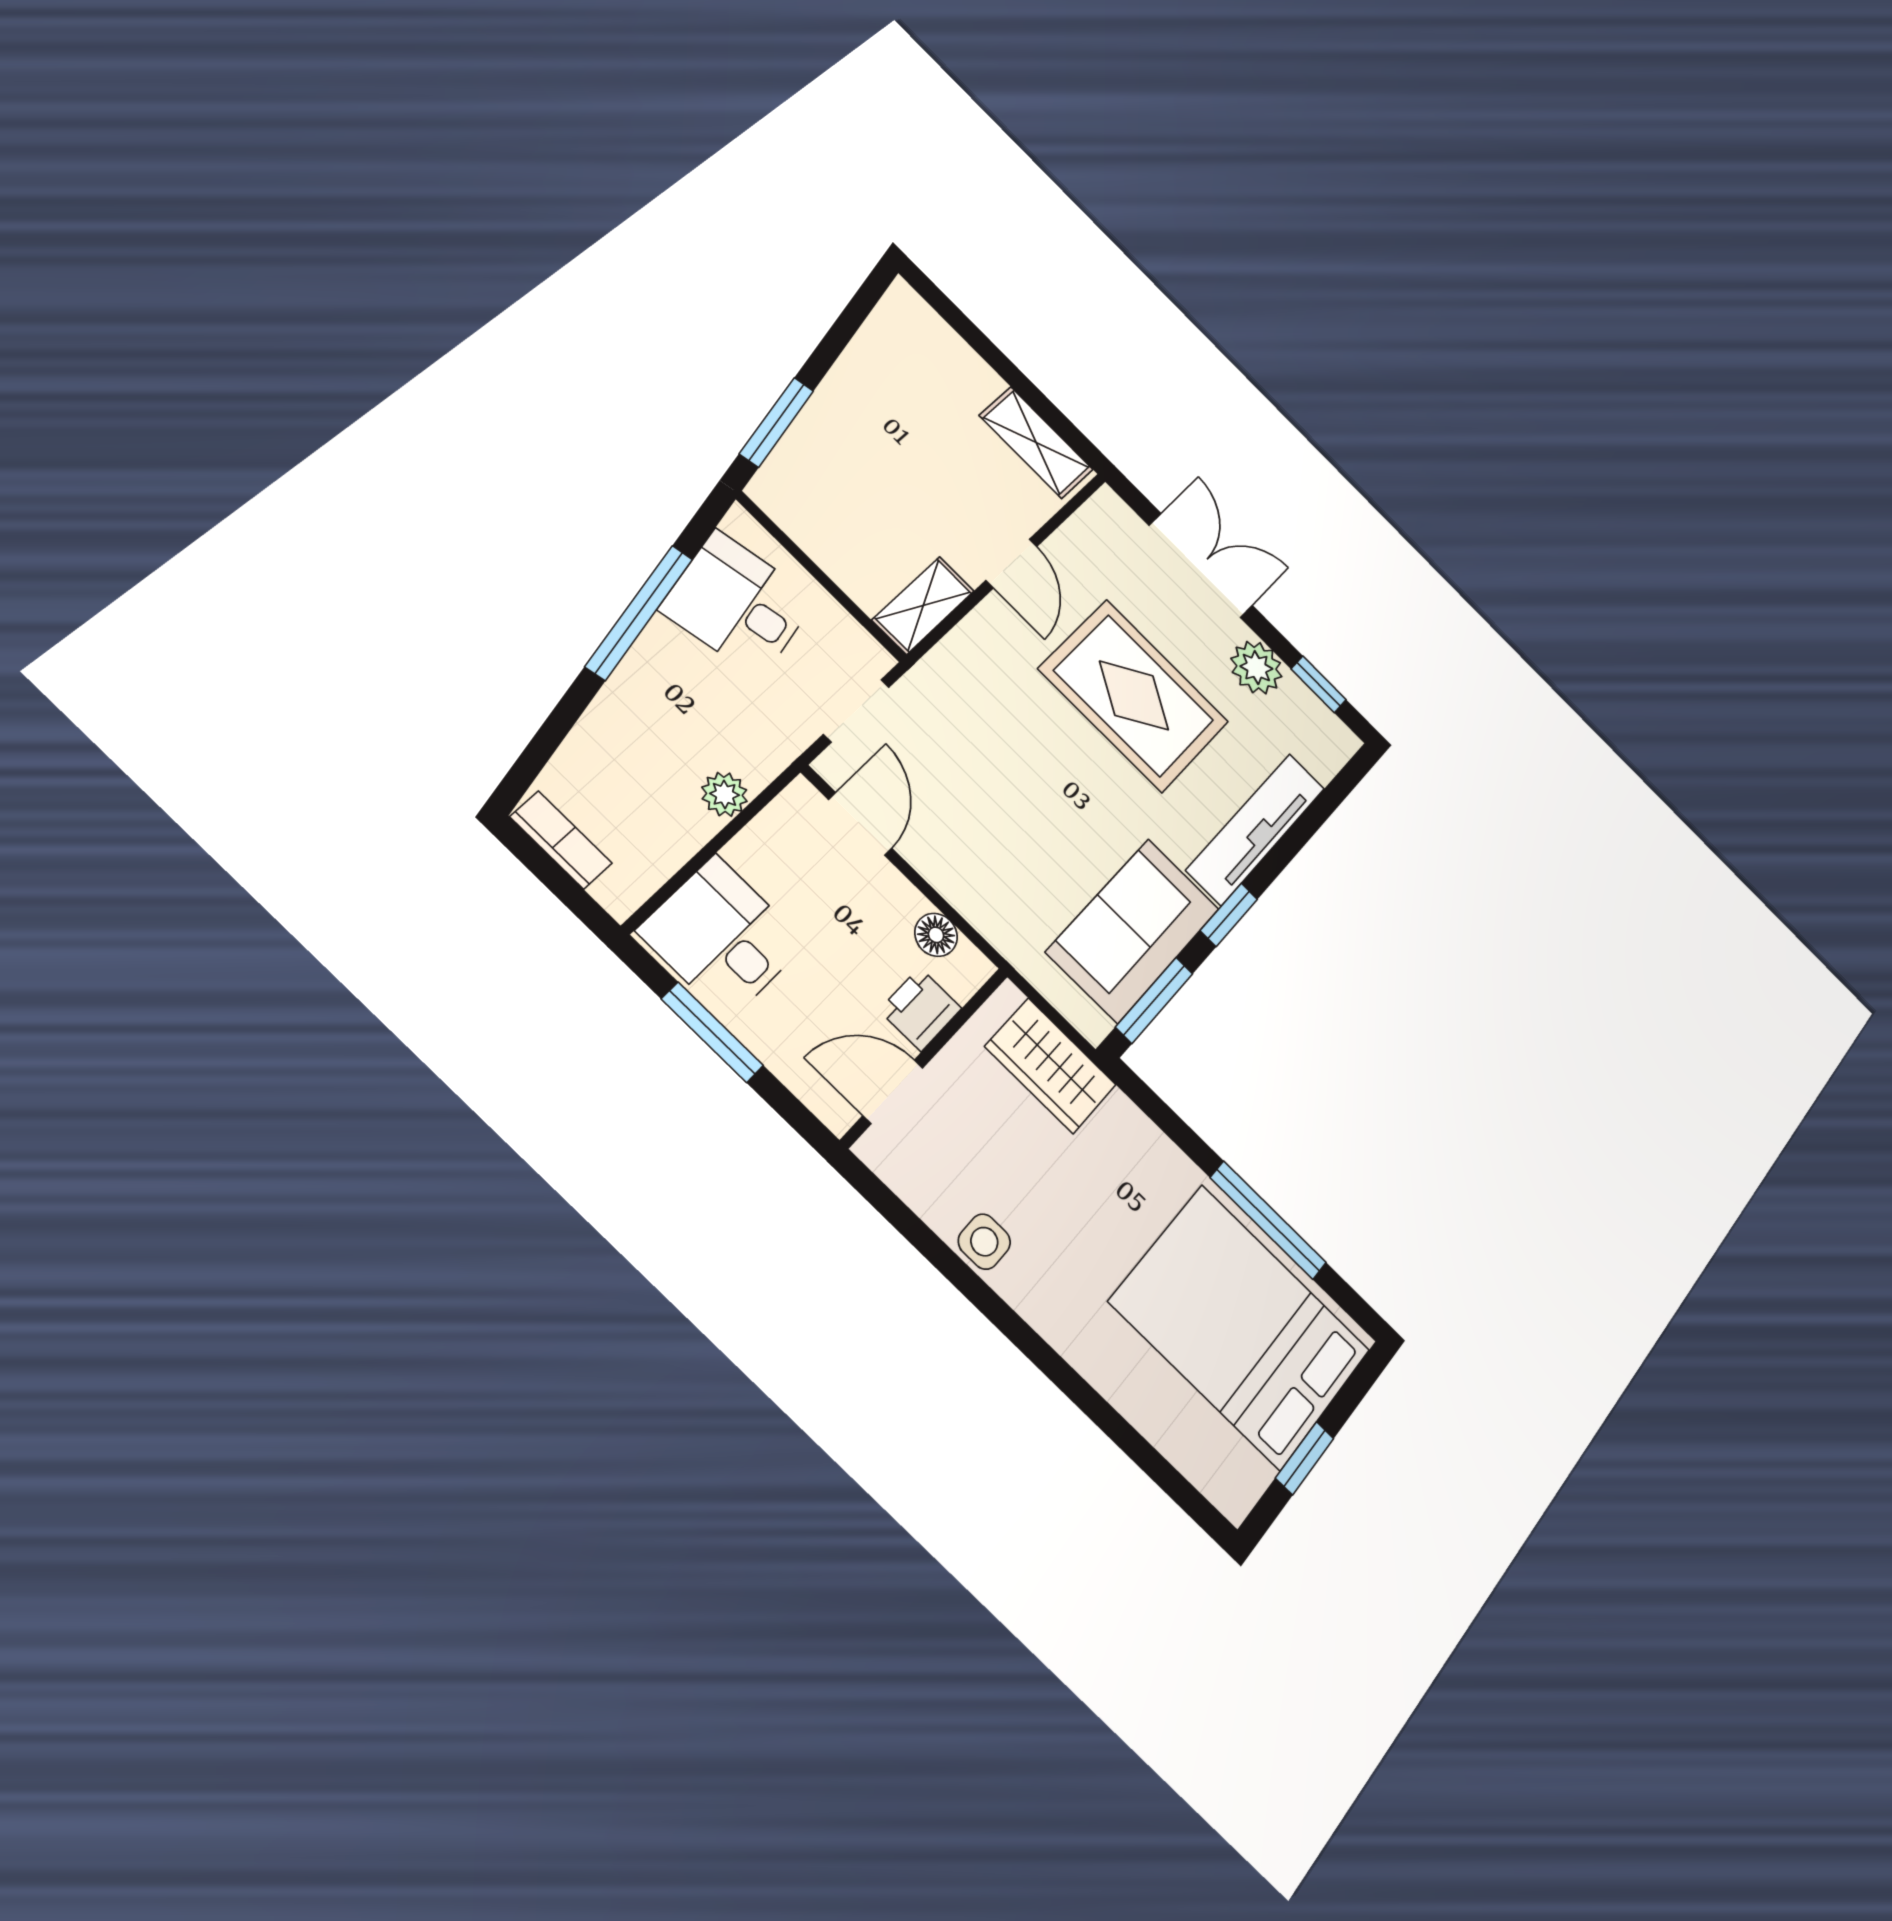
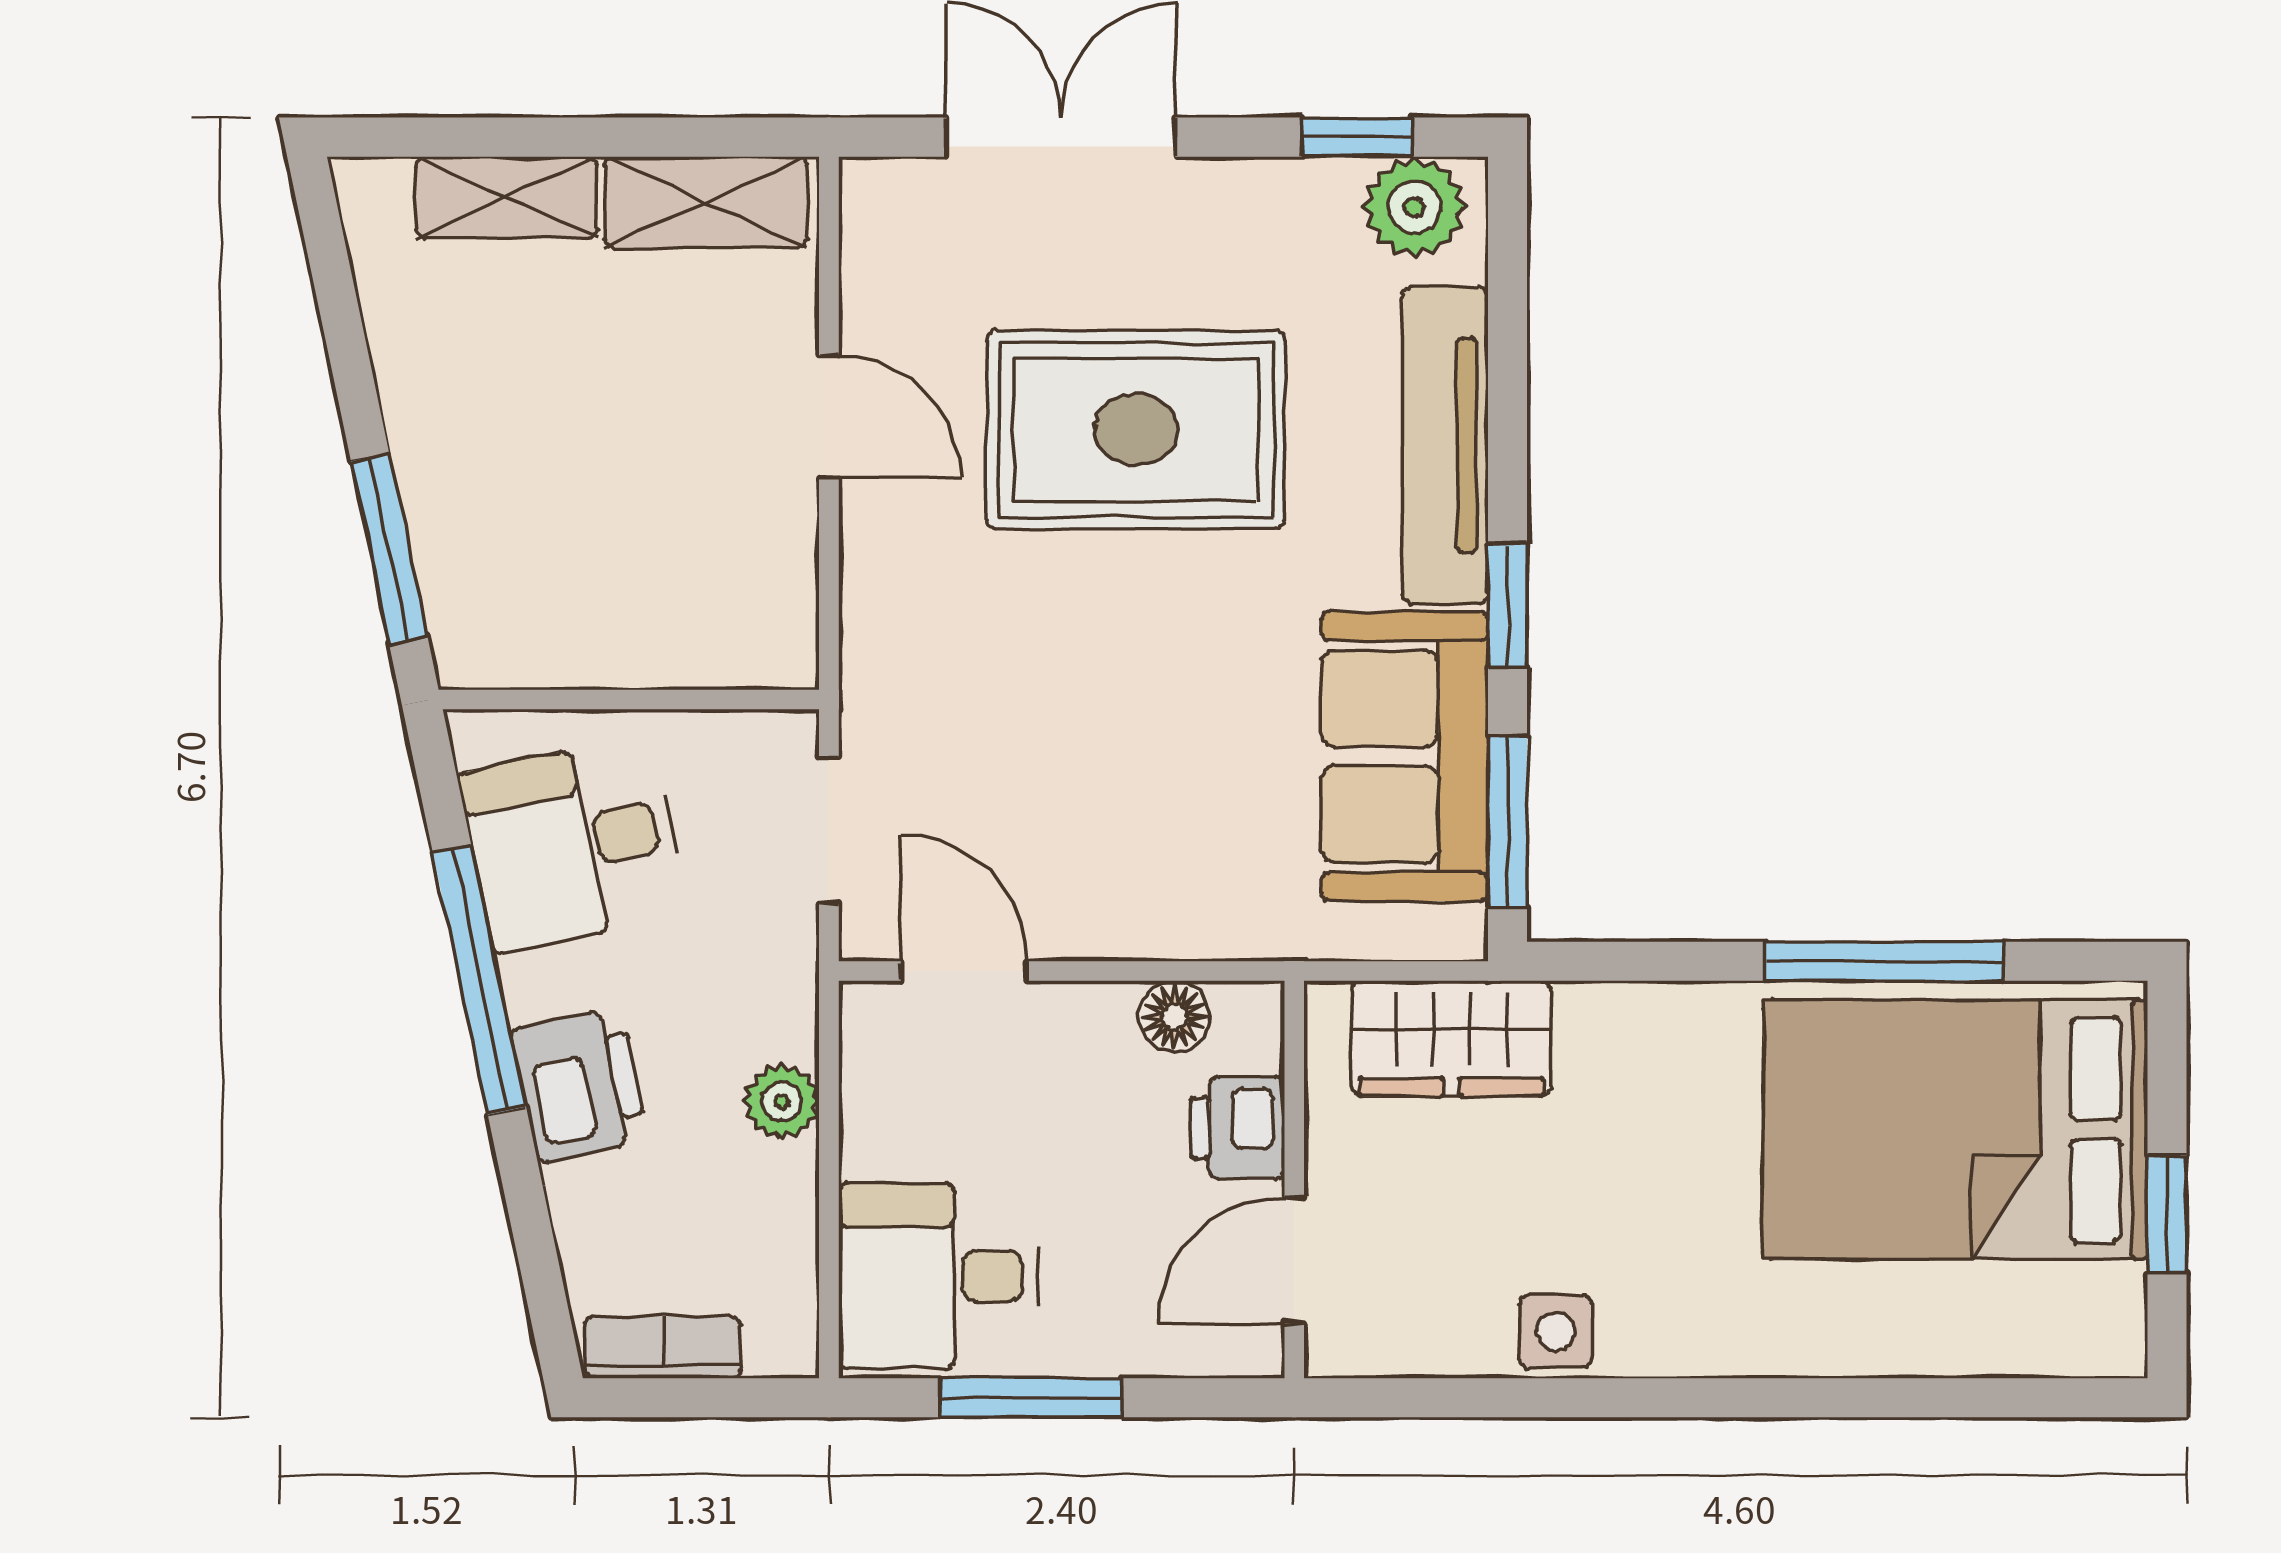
shelving: (923, 605) -> (506, 197), moved, turned 90
plant: (1256, 668) -> (1414, 207), moved
printer: (639, 697) -> (580, 1085), added

